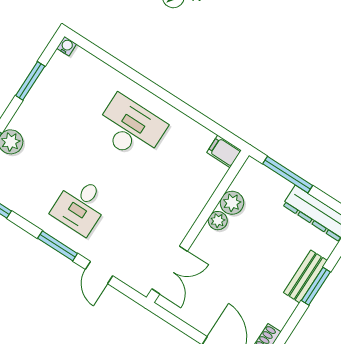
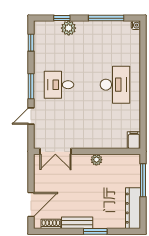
window: (30, 81) -> (106, 18), width x1.44
plant: (232, 203) -> (110, 161), removed
bench: (305, 277) -> (77, 223), moved

